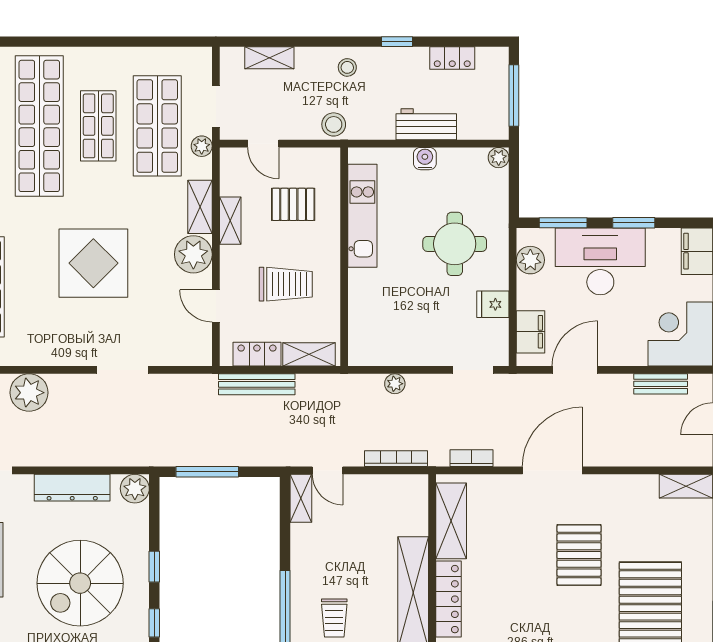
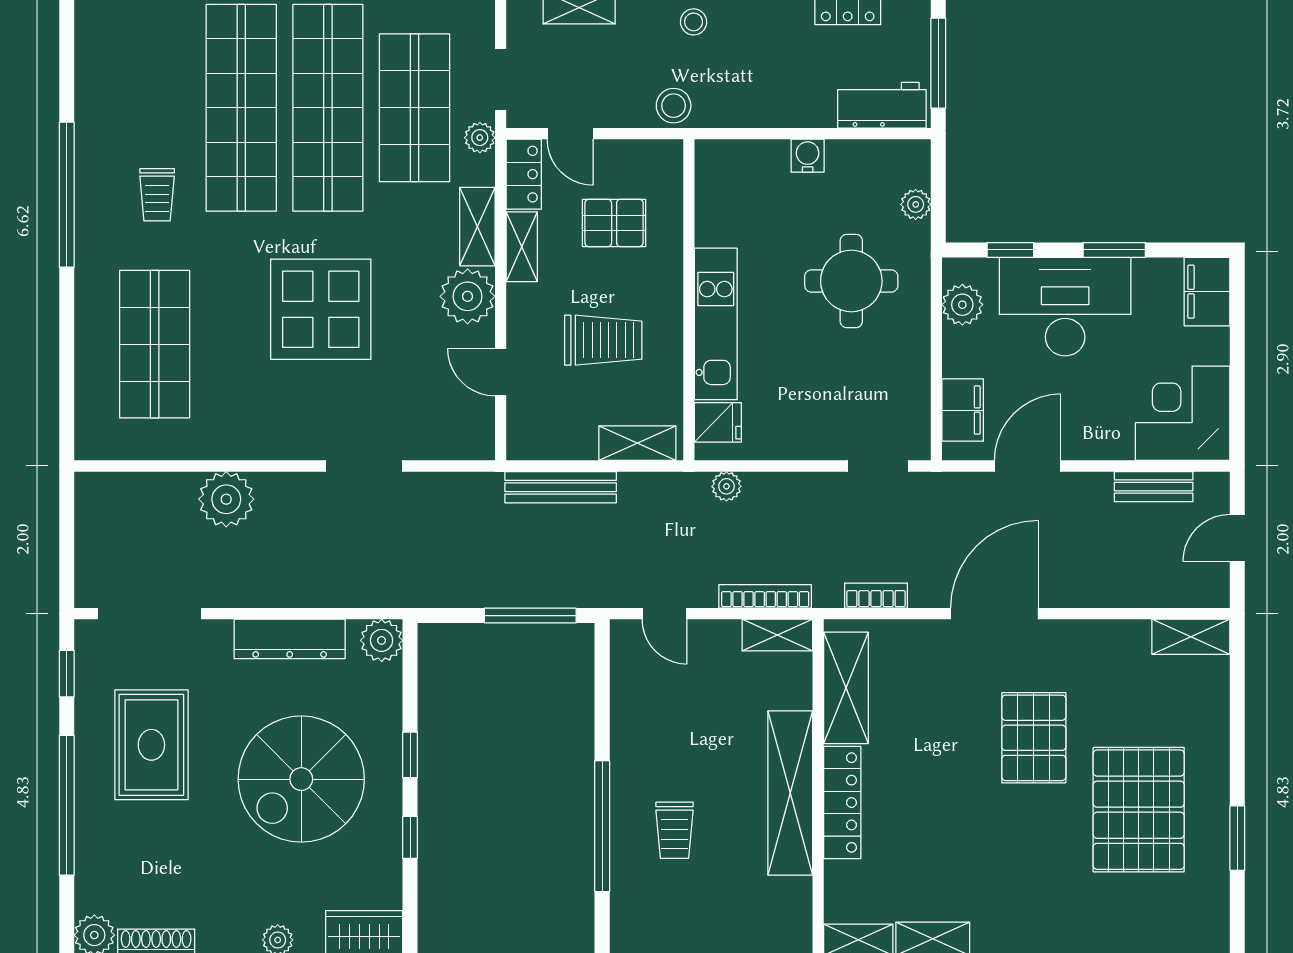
workbench: (426, 124) -> (882, 105), moved
shop shelf: (98, 126) -> (328, 108), width x2.00, depth x1.36
plant: (499, 158) -> (916, 204), moved
kitchen unit: (362, 216) -> (716, 324), moved
window: (563, 223) -> (1010, 250), width x0.67
fridge: (493, 304) -> (718, 422), moved, turned 180
locker: (257, 354) -> (524, 174), moved, turned 90
plant: (395, 384) -> (726, 486), moved
window: (207, 472) -> (530, 616), moved
shelving: (301, 498) -> (777, 635), moved, turned 90

